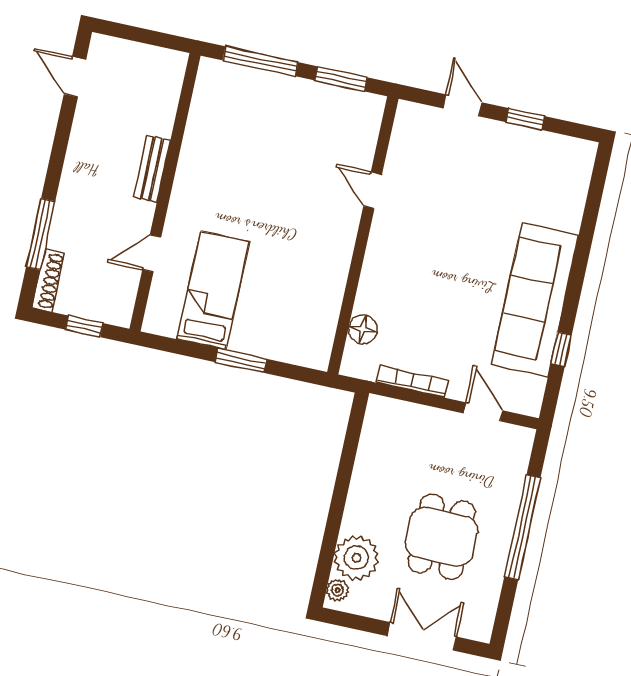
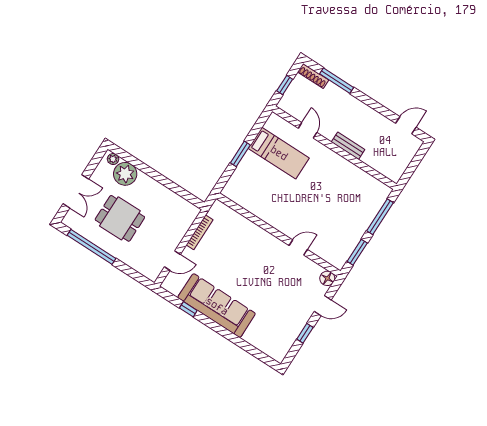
floor lamp: (363, 329) -> (327, 278), moved
window: (522, 527) -> (92, 247), moved

